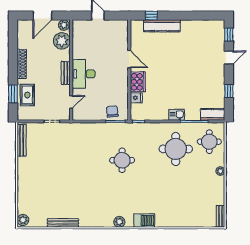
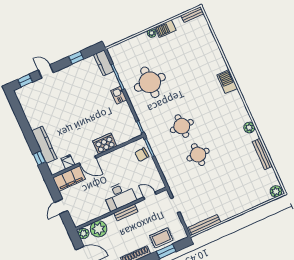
filing cabinet: (120, 35) -> (69, 178), added
door: (129, 59) -> (88, 161), swing flipped
fridge: (136, 98) -> (68, 162), moved
round table: (209, 142) -> (198, 155), moved
barbecue: (219, 185) -> (165, 29), added
plant: (119, 222) -> (249, 128), moved

